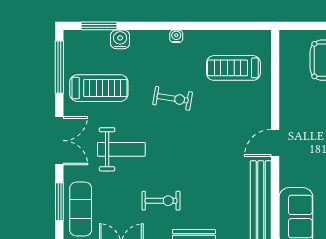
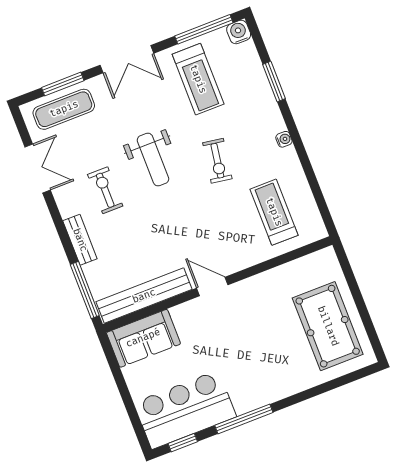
window: (99, 26) -> (274, 82), moved
water cooler: (120, 39) -> (239, 32), moved, turned -90
weight bench: (121, 149) -> (153, 160), moved
exercise bike: (161, 201) -> (105, 190), turned 180

